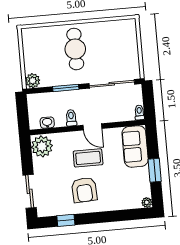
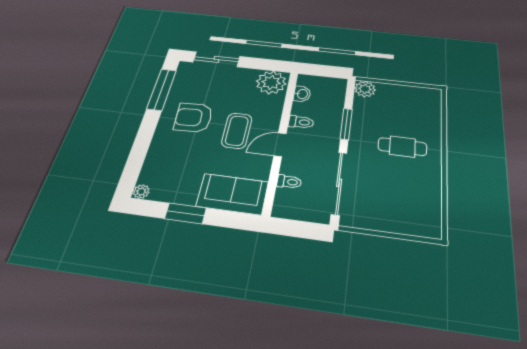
cafe table: (75, 49) -> (402, 147), width x0.73, depth x0.74
toilet: (139, 112) -> (289, 182), moved
window: (66, 220) -> (162, 89), width x2.17

